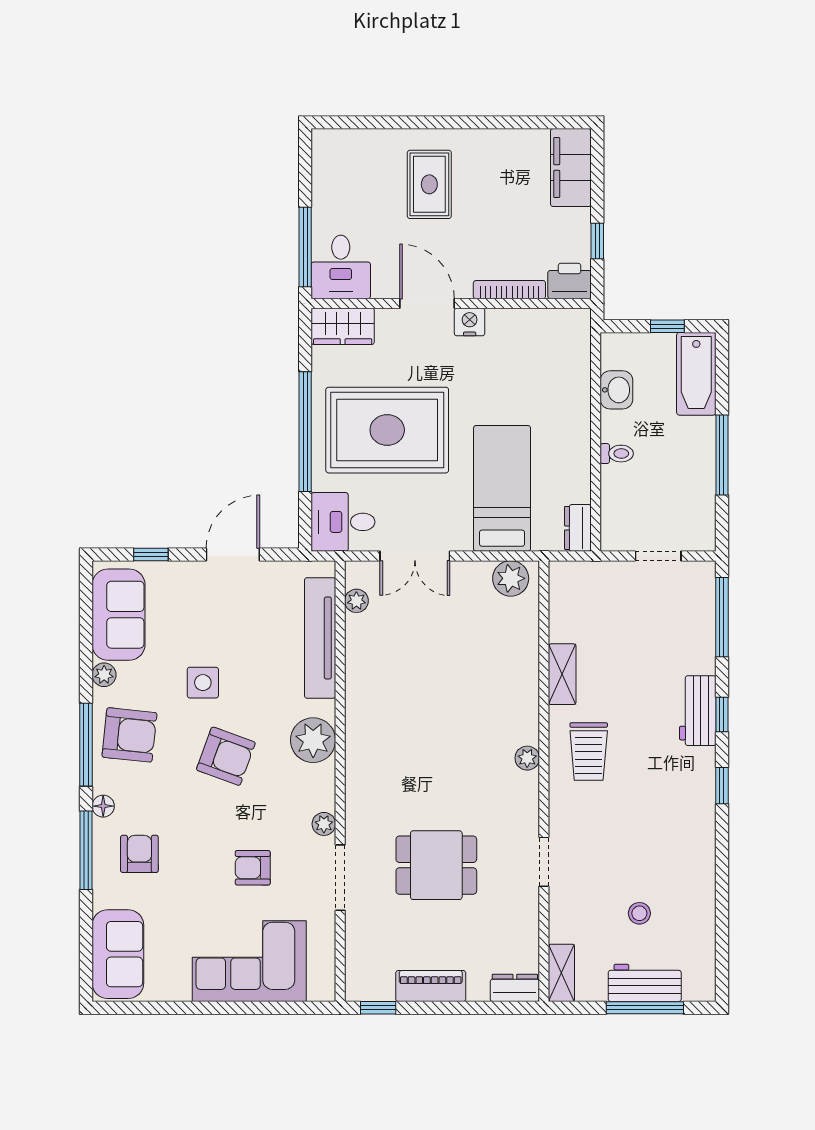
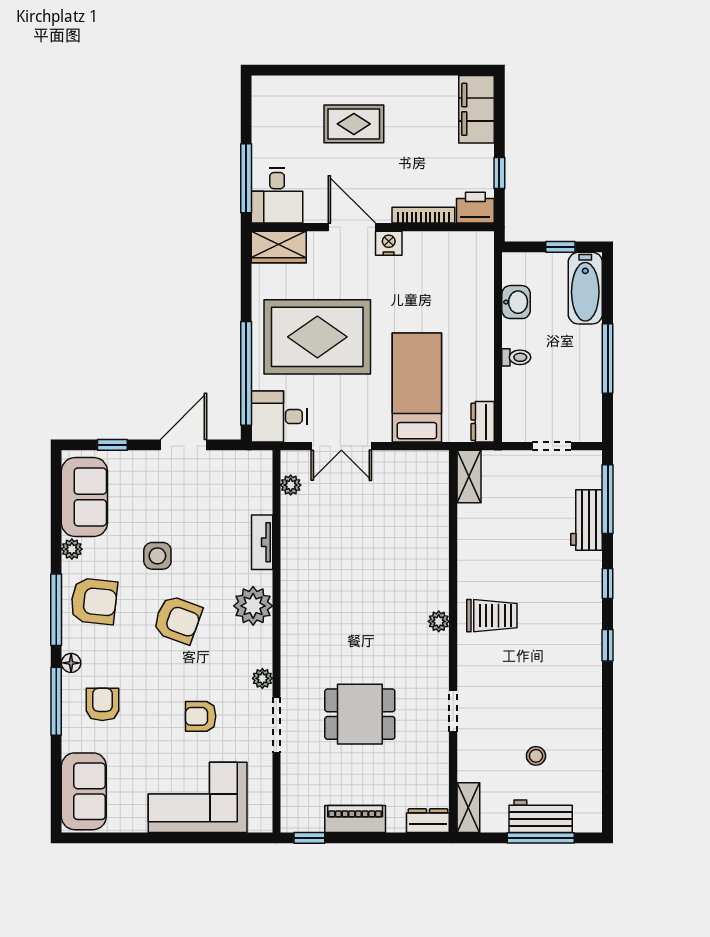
rug: (429, 184) -> (354, 124), turned 90
window: (305, 432) -> (246, 373), moved
plant: (511, 578) -> (424, 466), removed
tv unit: (320, 638) -> (262, 542), width x0.52, depth x0.78
shelving: (562, 674) -> (469, 476), moved
workbench: (698, 711) -> (587, 520), moved
trolley: (589, 752) -> (492, 616), turned -90

